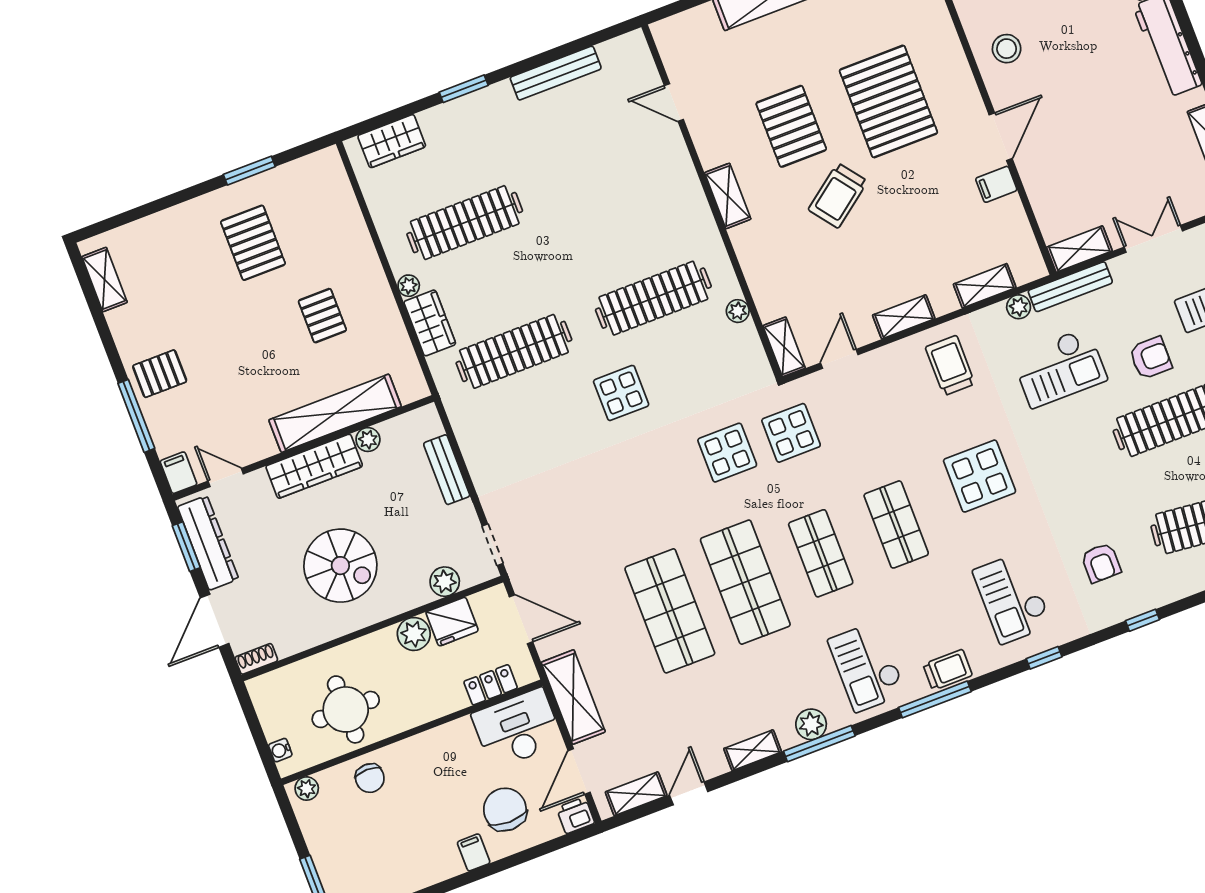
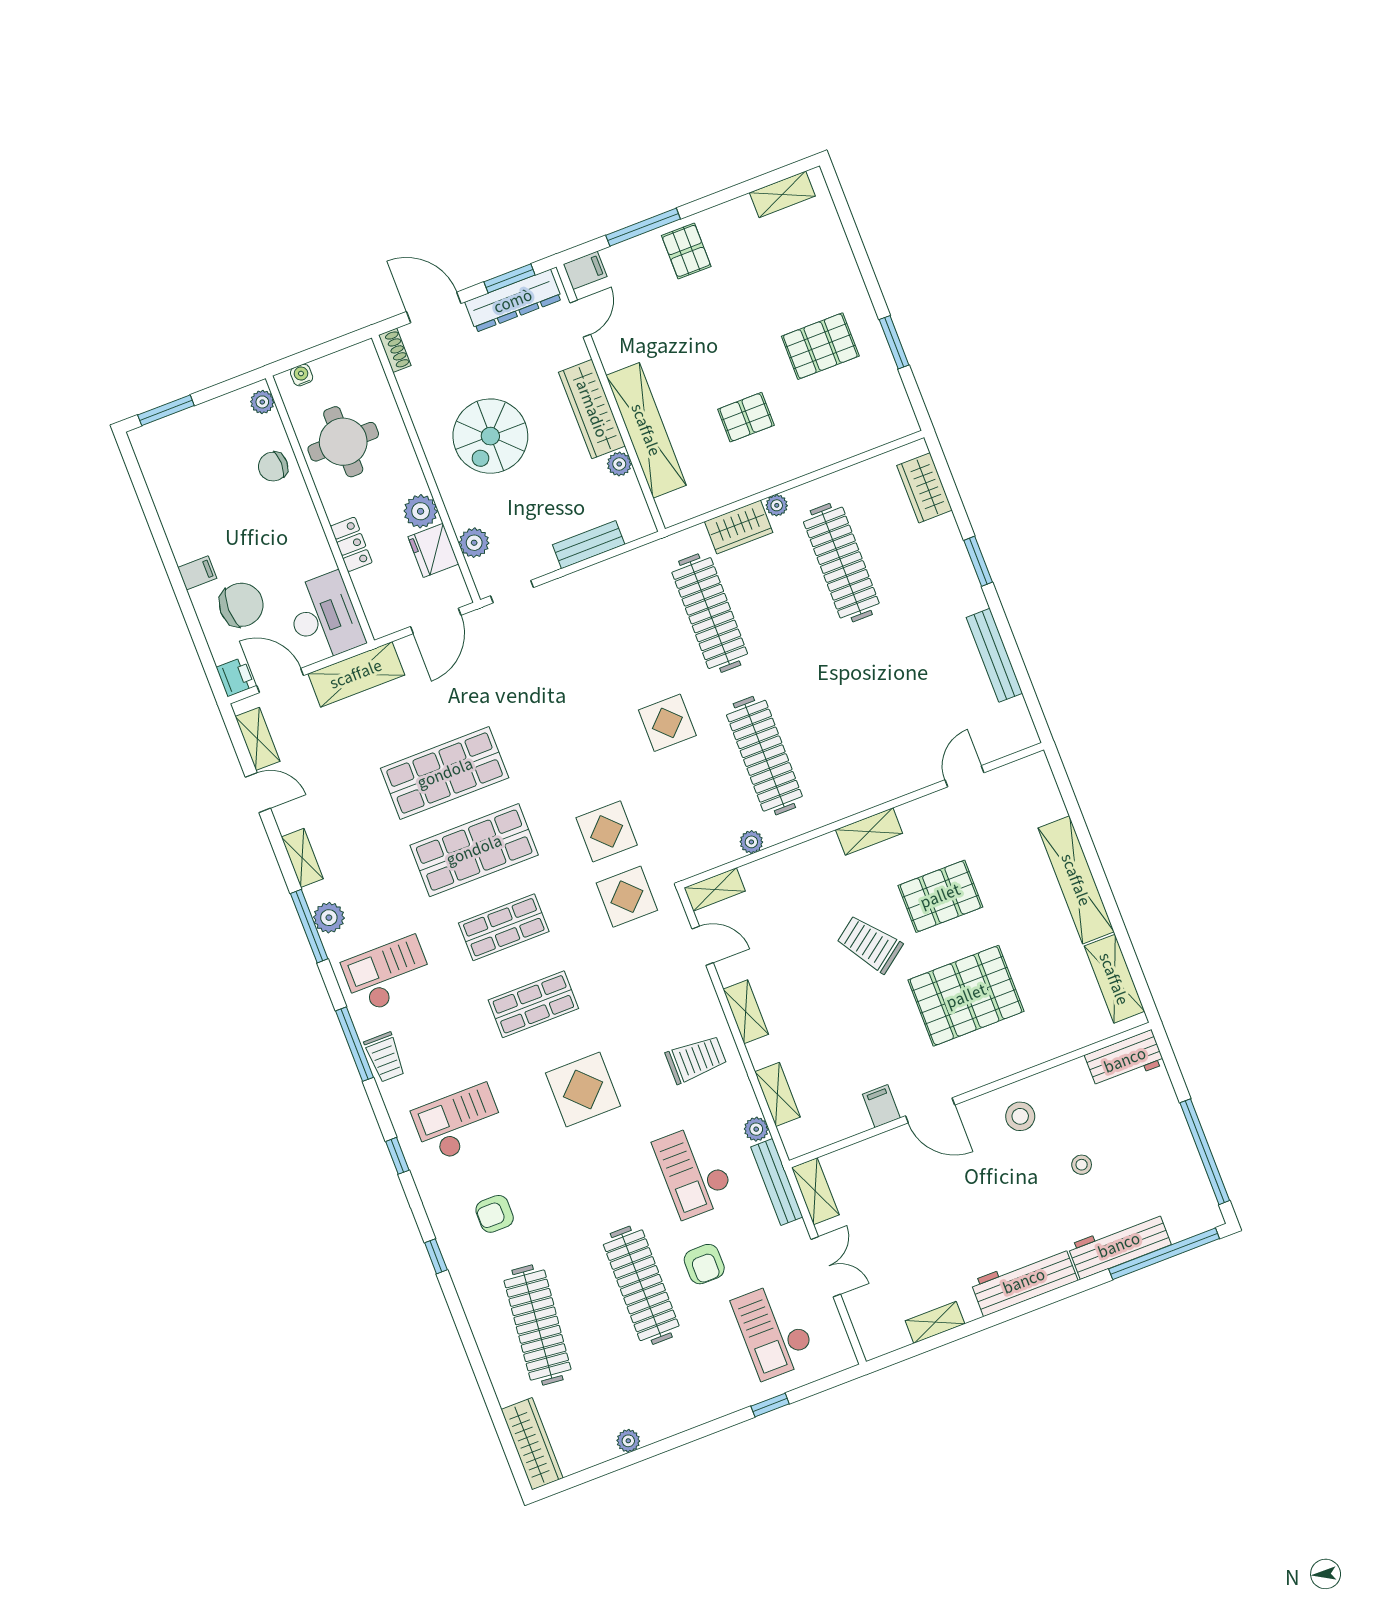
locker: (491, 685) -> (351, 544), moved

